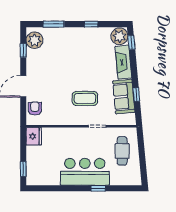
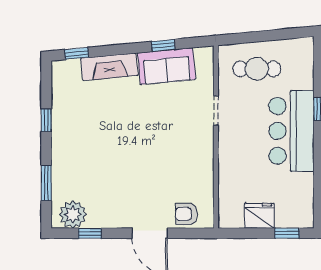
plant: (119, 36) -> (66, 73), removed
coffee table: (85, 98) -> (170, 131), removed
fridge: (34, 136) -> (259, 216), moved

